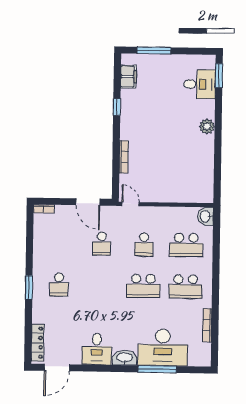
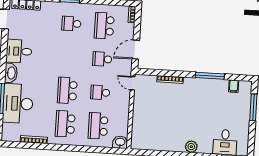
filing cabinet: (128, 77) -> (234, 86), width x0.50
window: (117, 107) -> (210, 76), width x2.17
door: (130, 204) -> (133, 83), swing flipped
school desk: (60, 243) -> (104, 26), added

